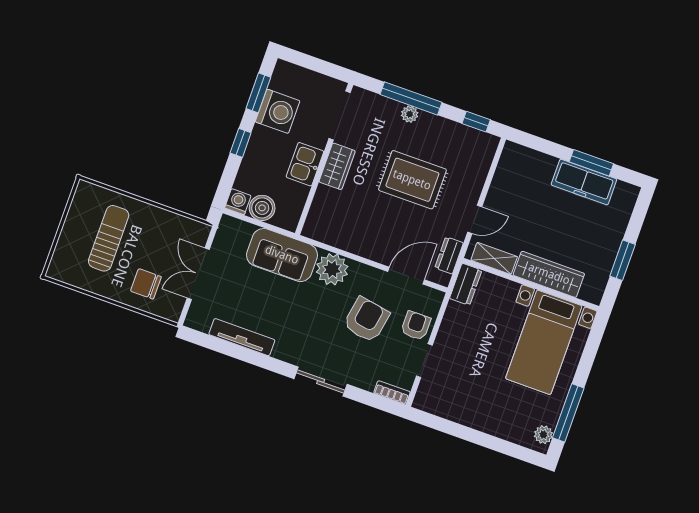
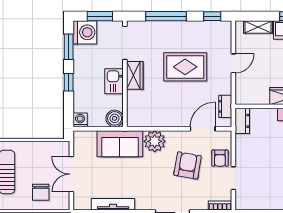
window: (318, 65) -> (100, 16), added
washing machine: (278, 111) -> (85, 32), moved
plant: (410, 114) -> (169, 26), removed
boiler: (262, 208) -> (115, 118), moved
door: (475, 219) -> (233, 63), moved
shelving: (494, 258) -> (258, 27), moved
chair: (146, 284) -> (41, 192), turned -90
armchair: (416, 326) -> (220, 158), turned 180

